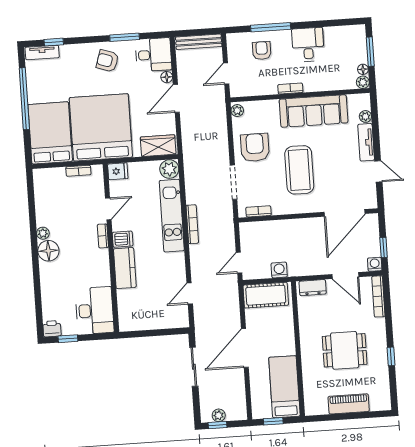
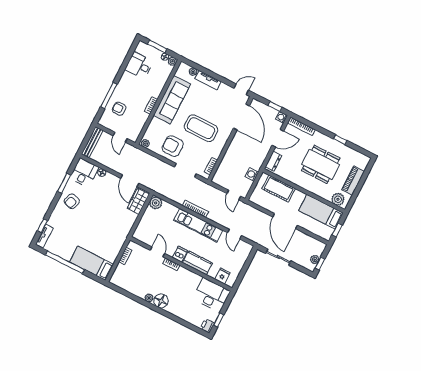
desk: (308, 45) -> (139, 66), moved
door: (176, 98) -> (130, 181), moved
bed: (101, 127) -> (108, 228), removed
bed: (50, 133) -> (92, 263), width x0.67
fridge: (118, 171) -> (222, 276), moved
door: (378, 171) -> (241, 89), moved
kitchen unit: (172, 216) -> (198, 225), moved
cot: (266, 295) -> (279, 189), moved, turned 90
dining table: (345, 350) -> (321, 164), width x1.38
plant: (313, 399) -> (338, 199), added

